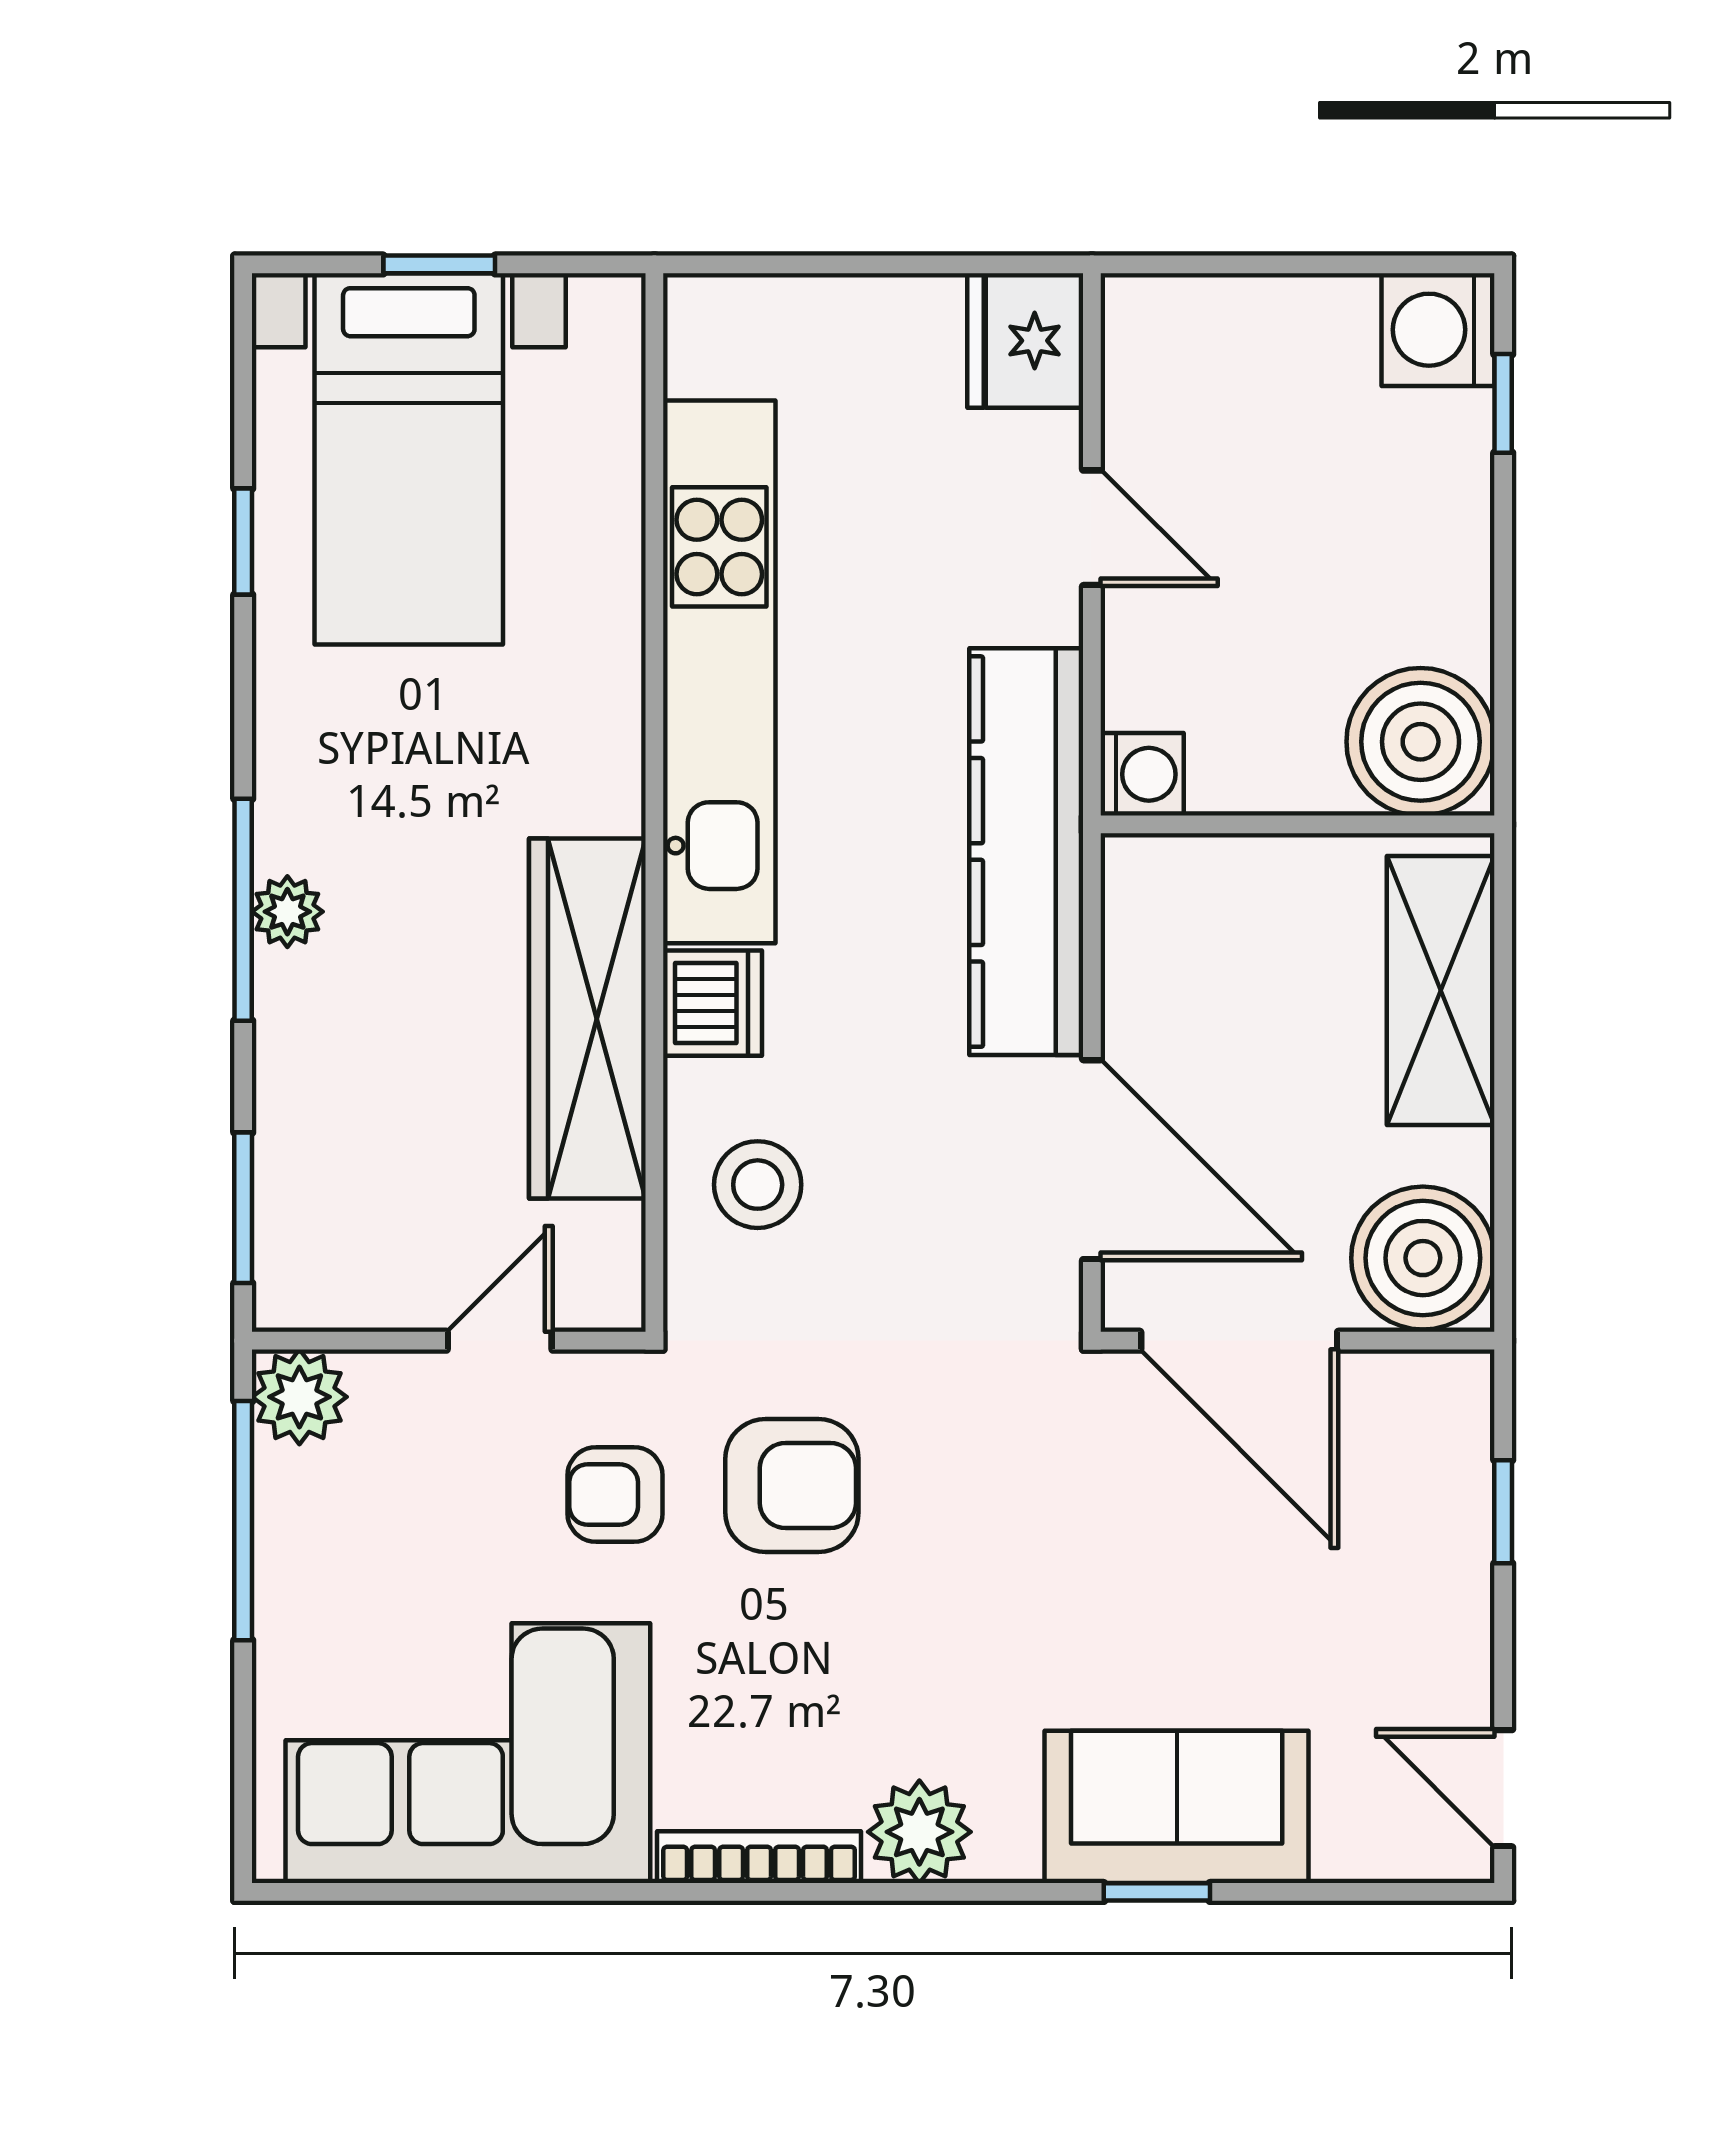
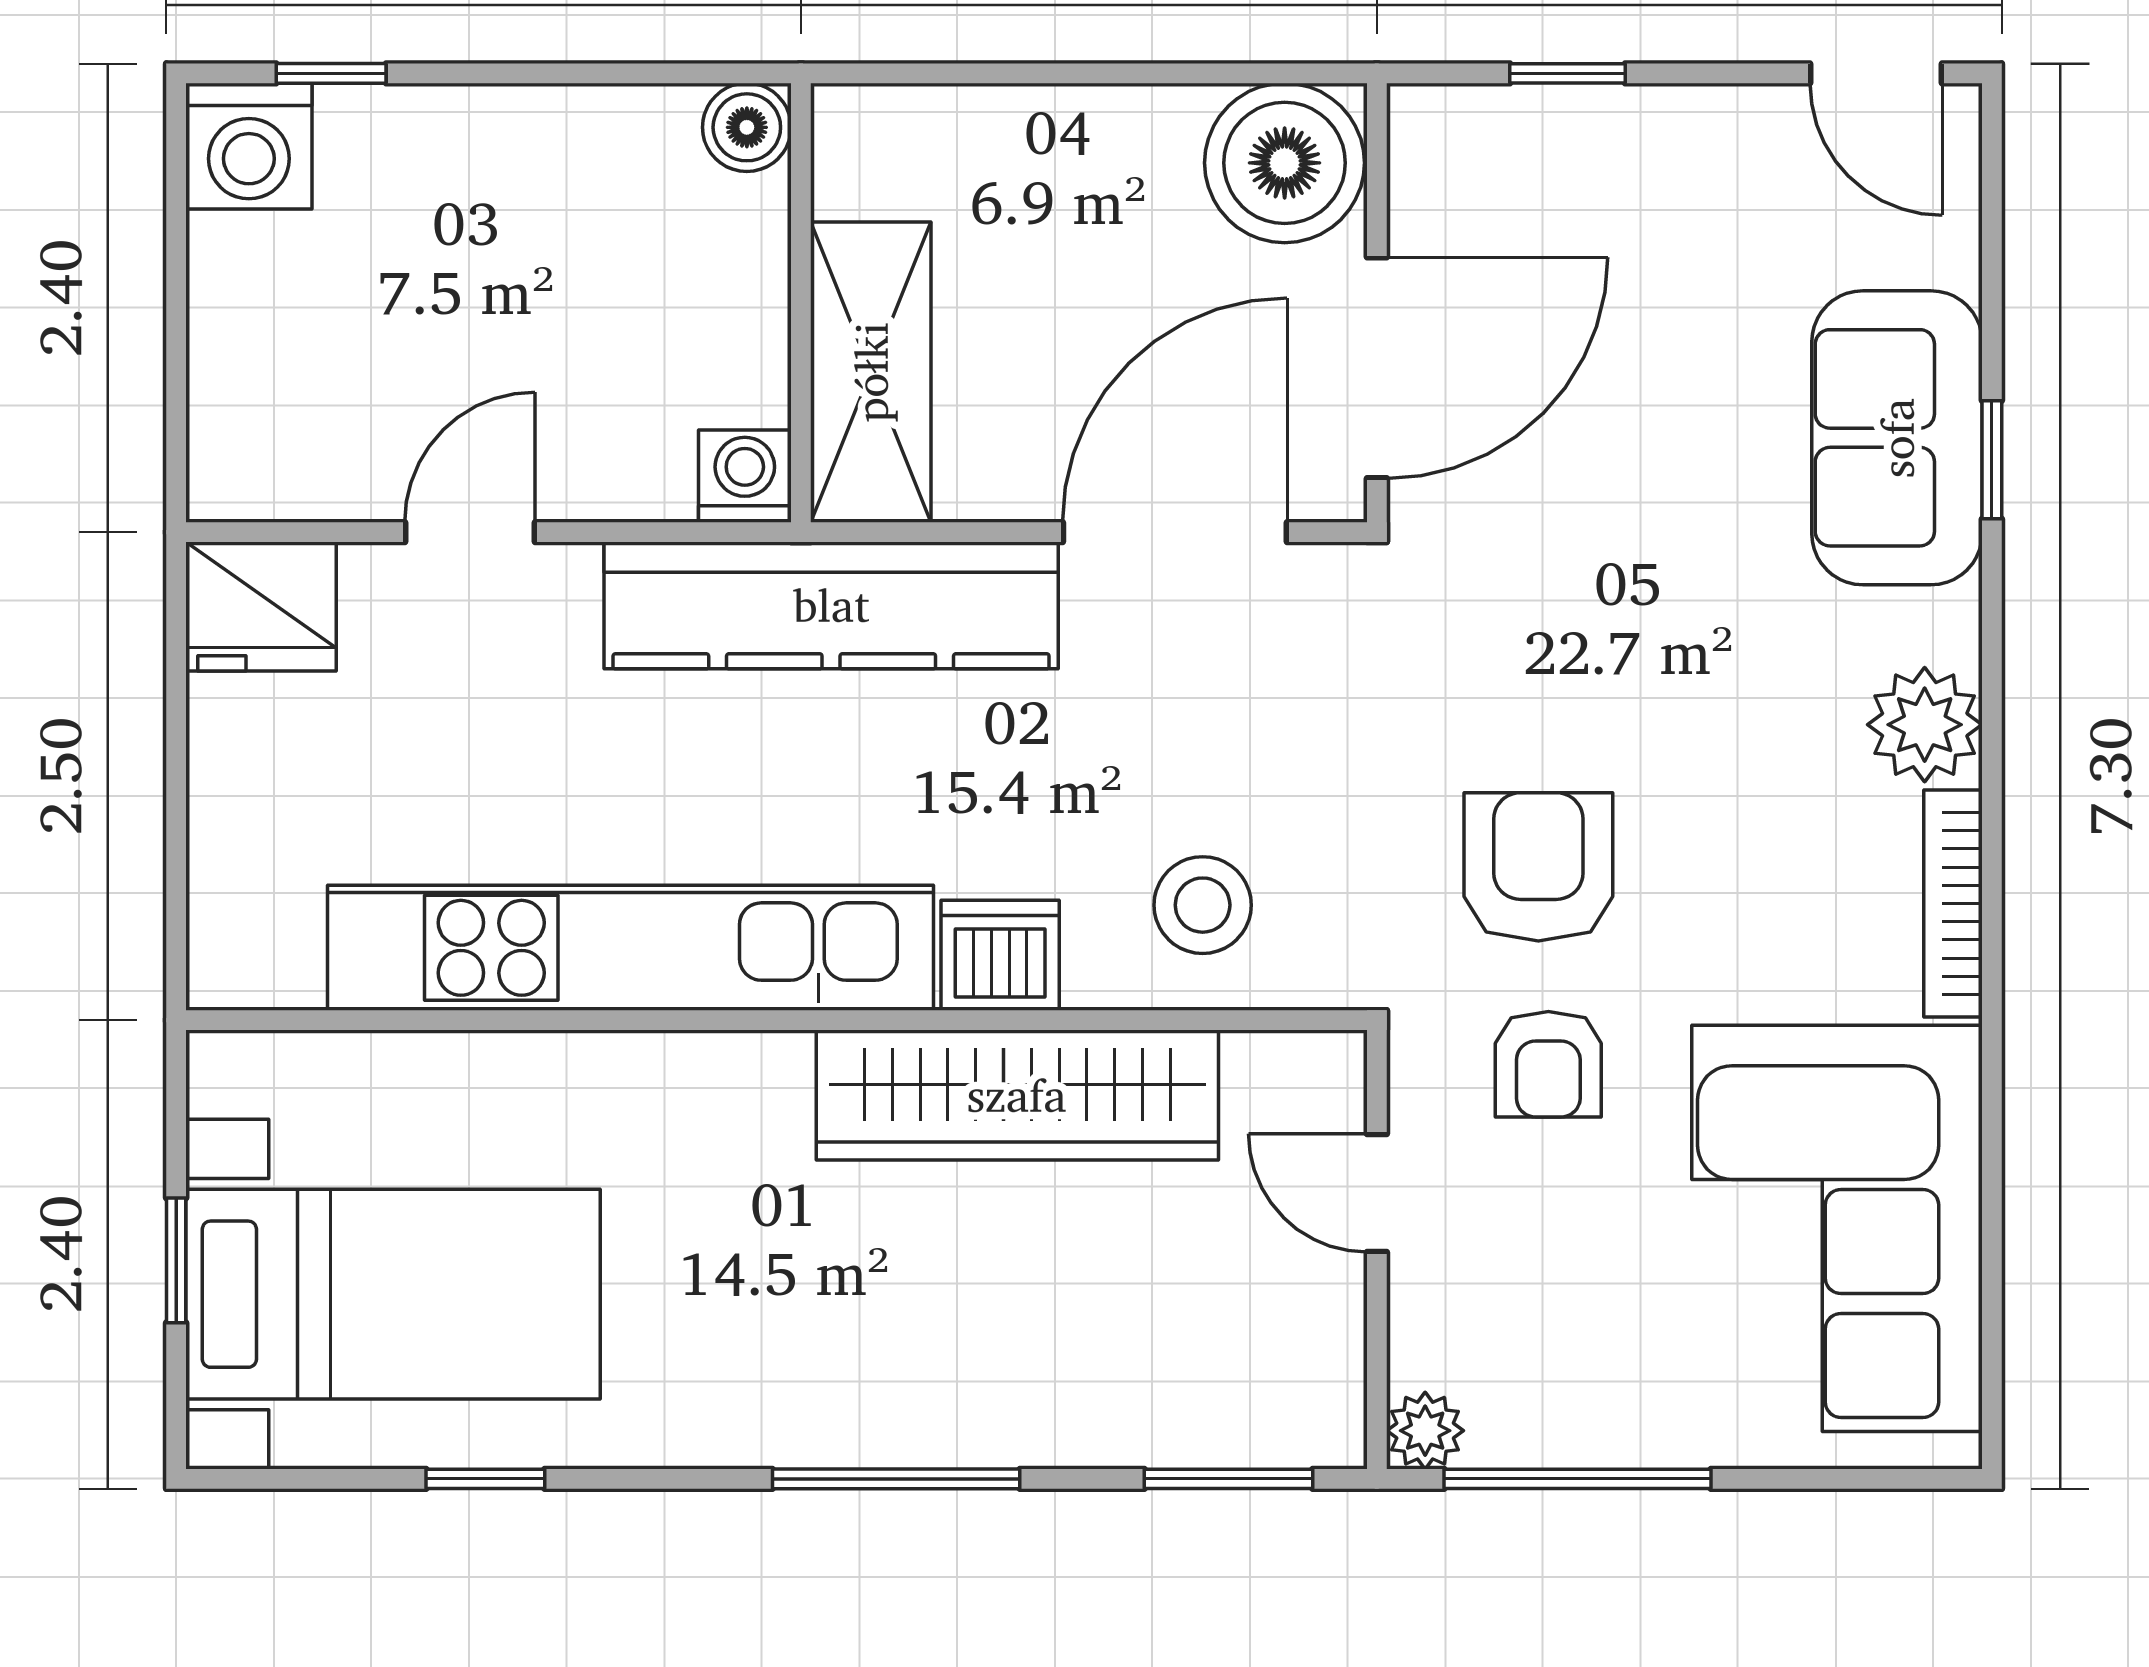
boiler: (1421, 742) -> (747, 127), width x0.54, depth x0.54
plant: (287, 912) -> (898, 1430), removed
shelving: (1441, 990) -> (871, 372), moved, turned 90
plant: (299, 1397) -> (1425, 1431), width x0.73, depth x0.73
door: (1503, 1788) -> (1876, 73), hinge flipped

